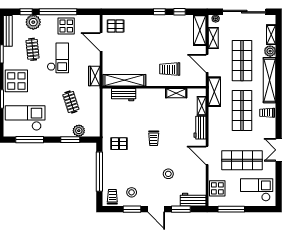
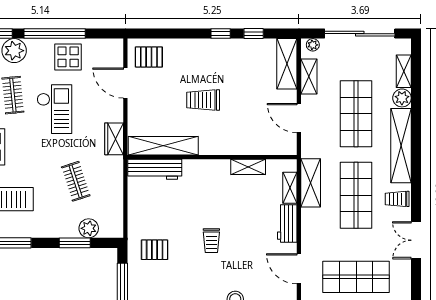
trolley: (170, 69) -> (203, 100), moved
shelving: (214, 92) -> (311, 183), moved
workbench: (124, 95) -> (155, 169), width x1.38
double door: (279, 150) -> (416, 240), moved

